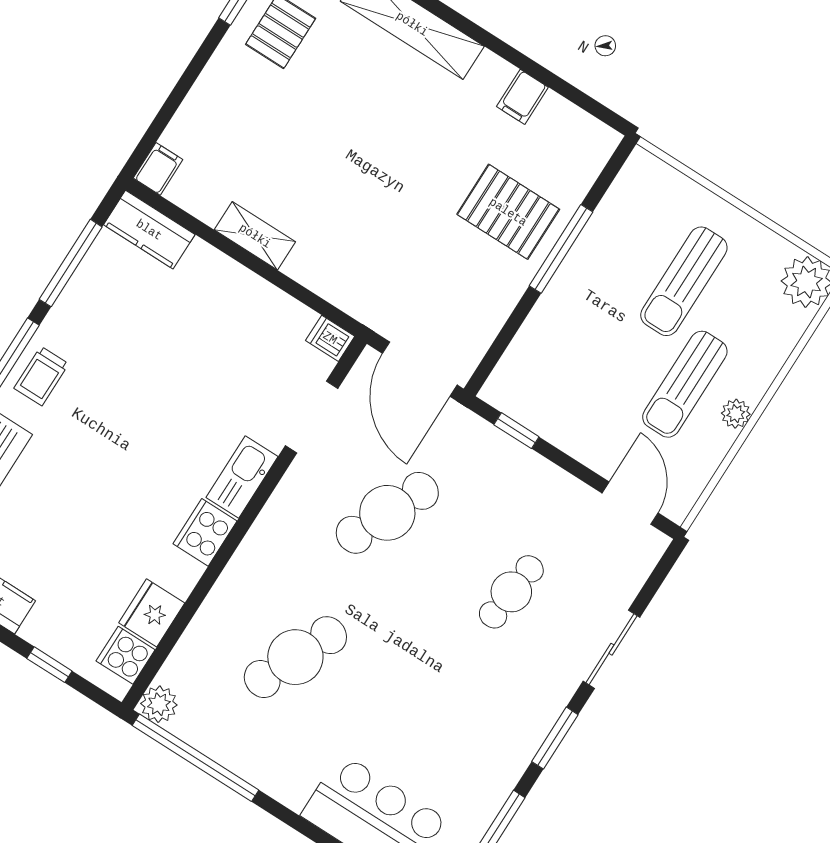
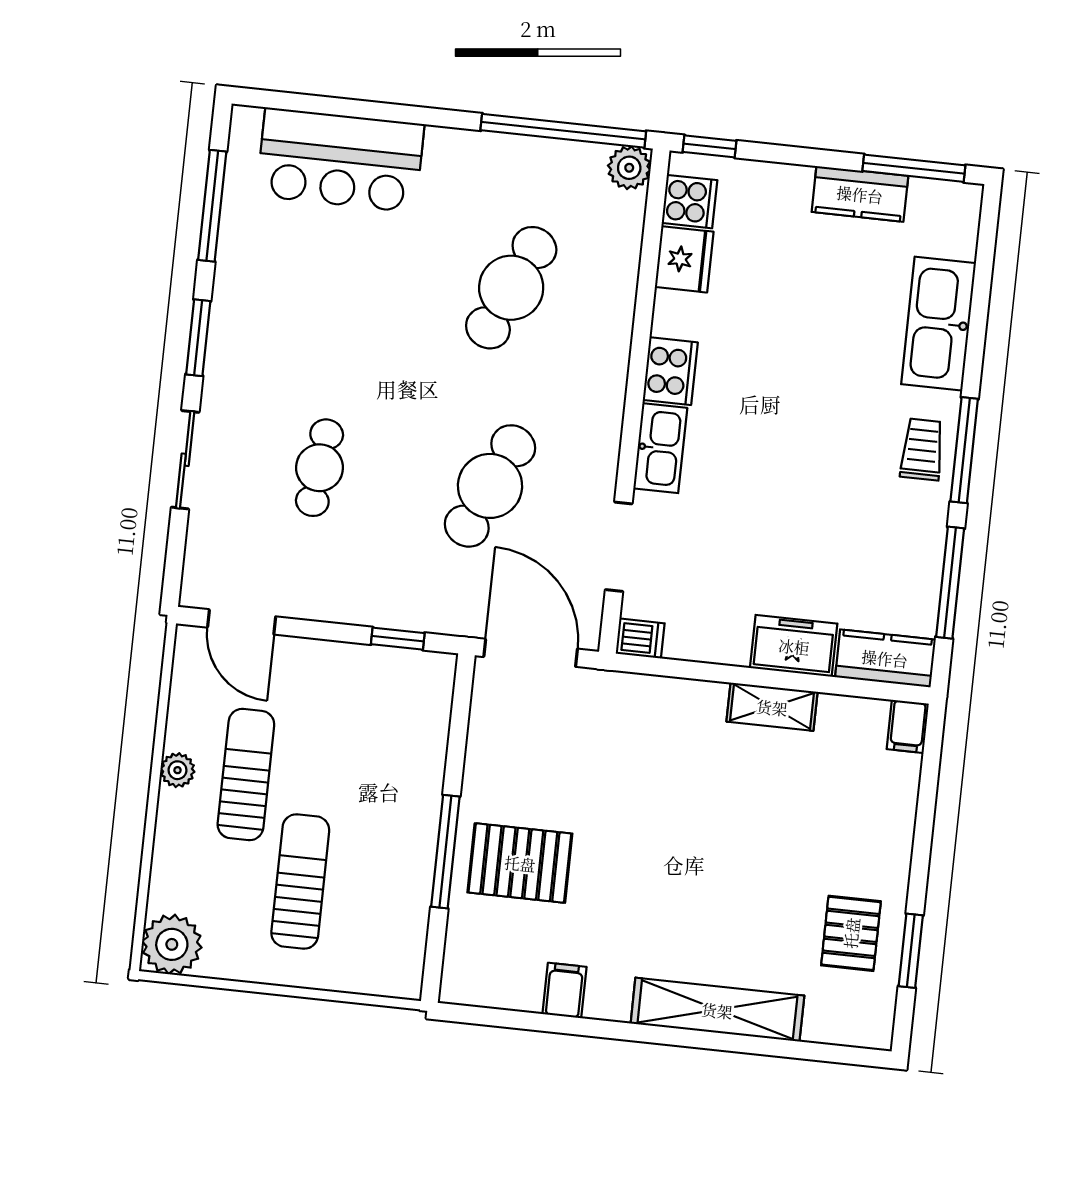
freezer: (215, 274) -> (794, 646), added
window: (49, 665) -> (710, 146), moved

